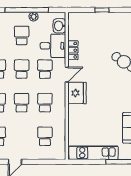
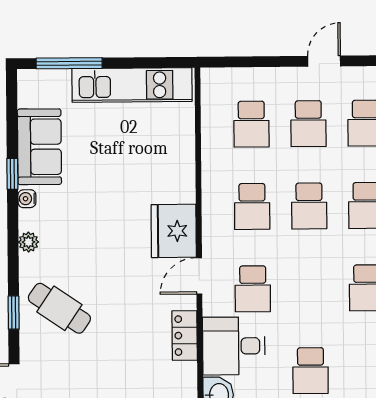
school desk: (22, 69) -> (308, 124), moved

